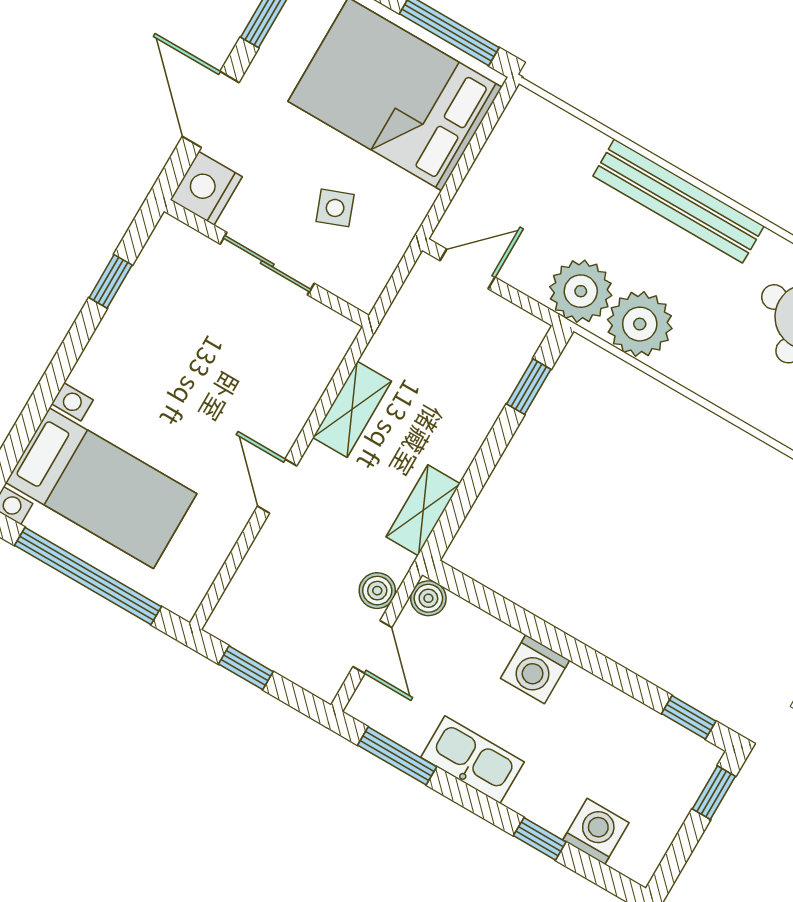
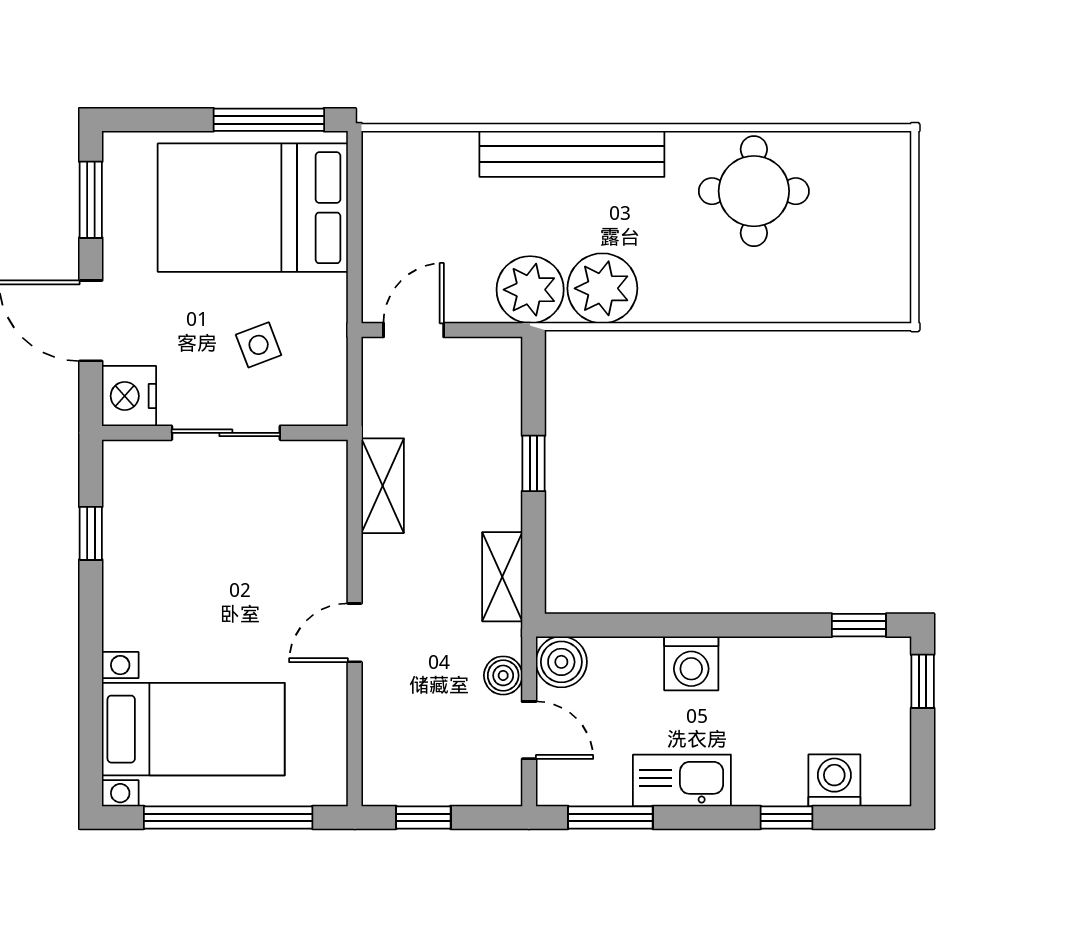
window: (529, 387) -> (534, 463), moved
shelving: (352, 409) -> (383, 486), moved
door: (277, 486) -> (355, 633), hinge flipped
boiler: (428, 598) -> (561, 662), width x1.36, depth x1.36

